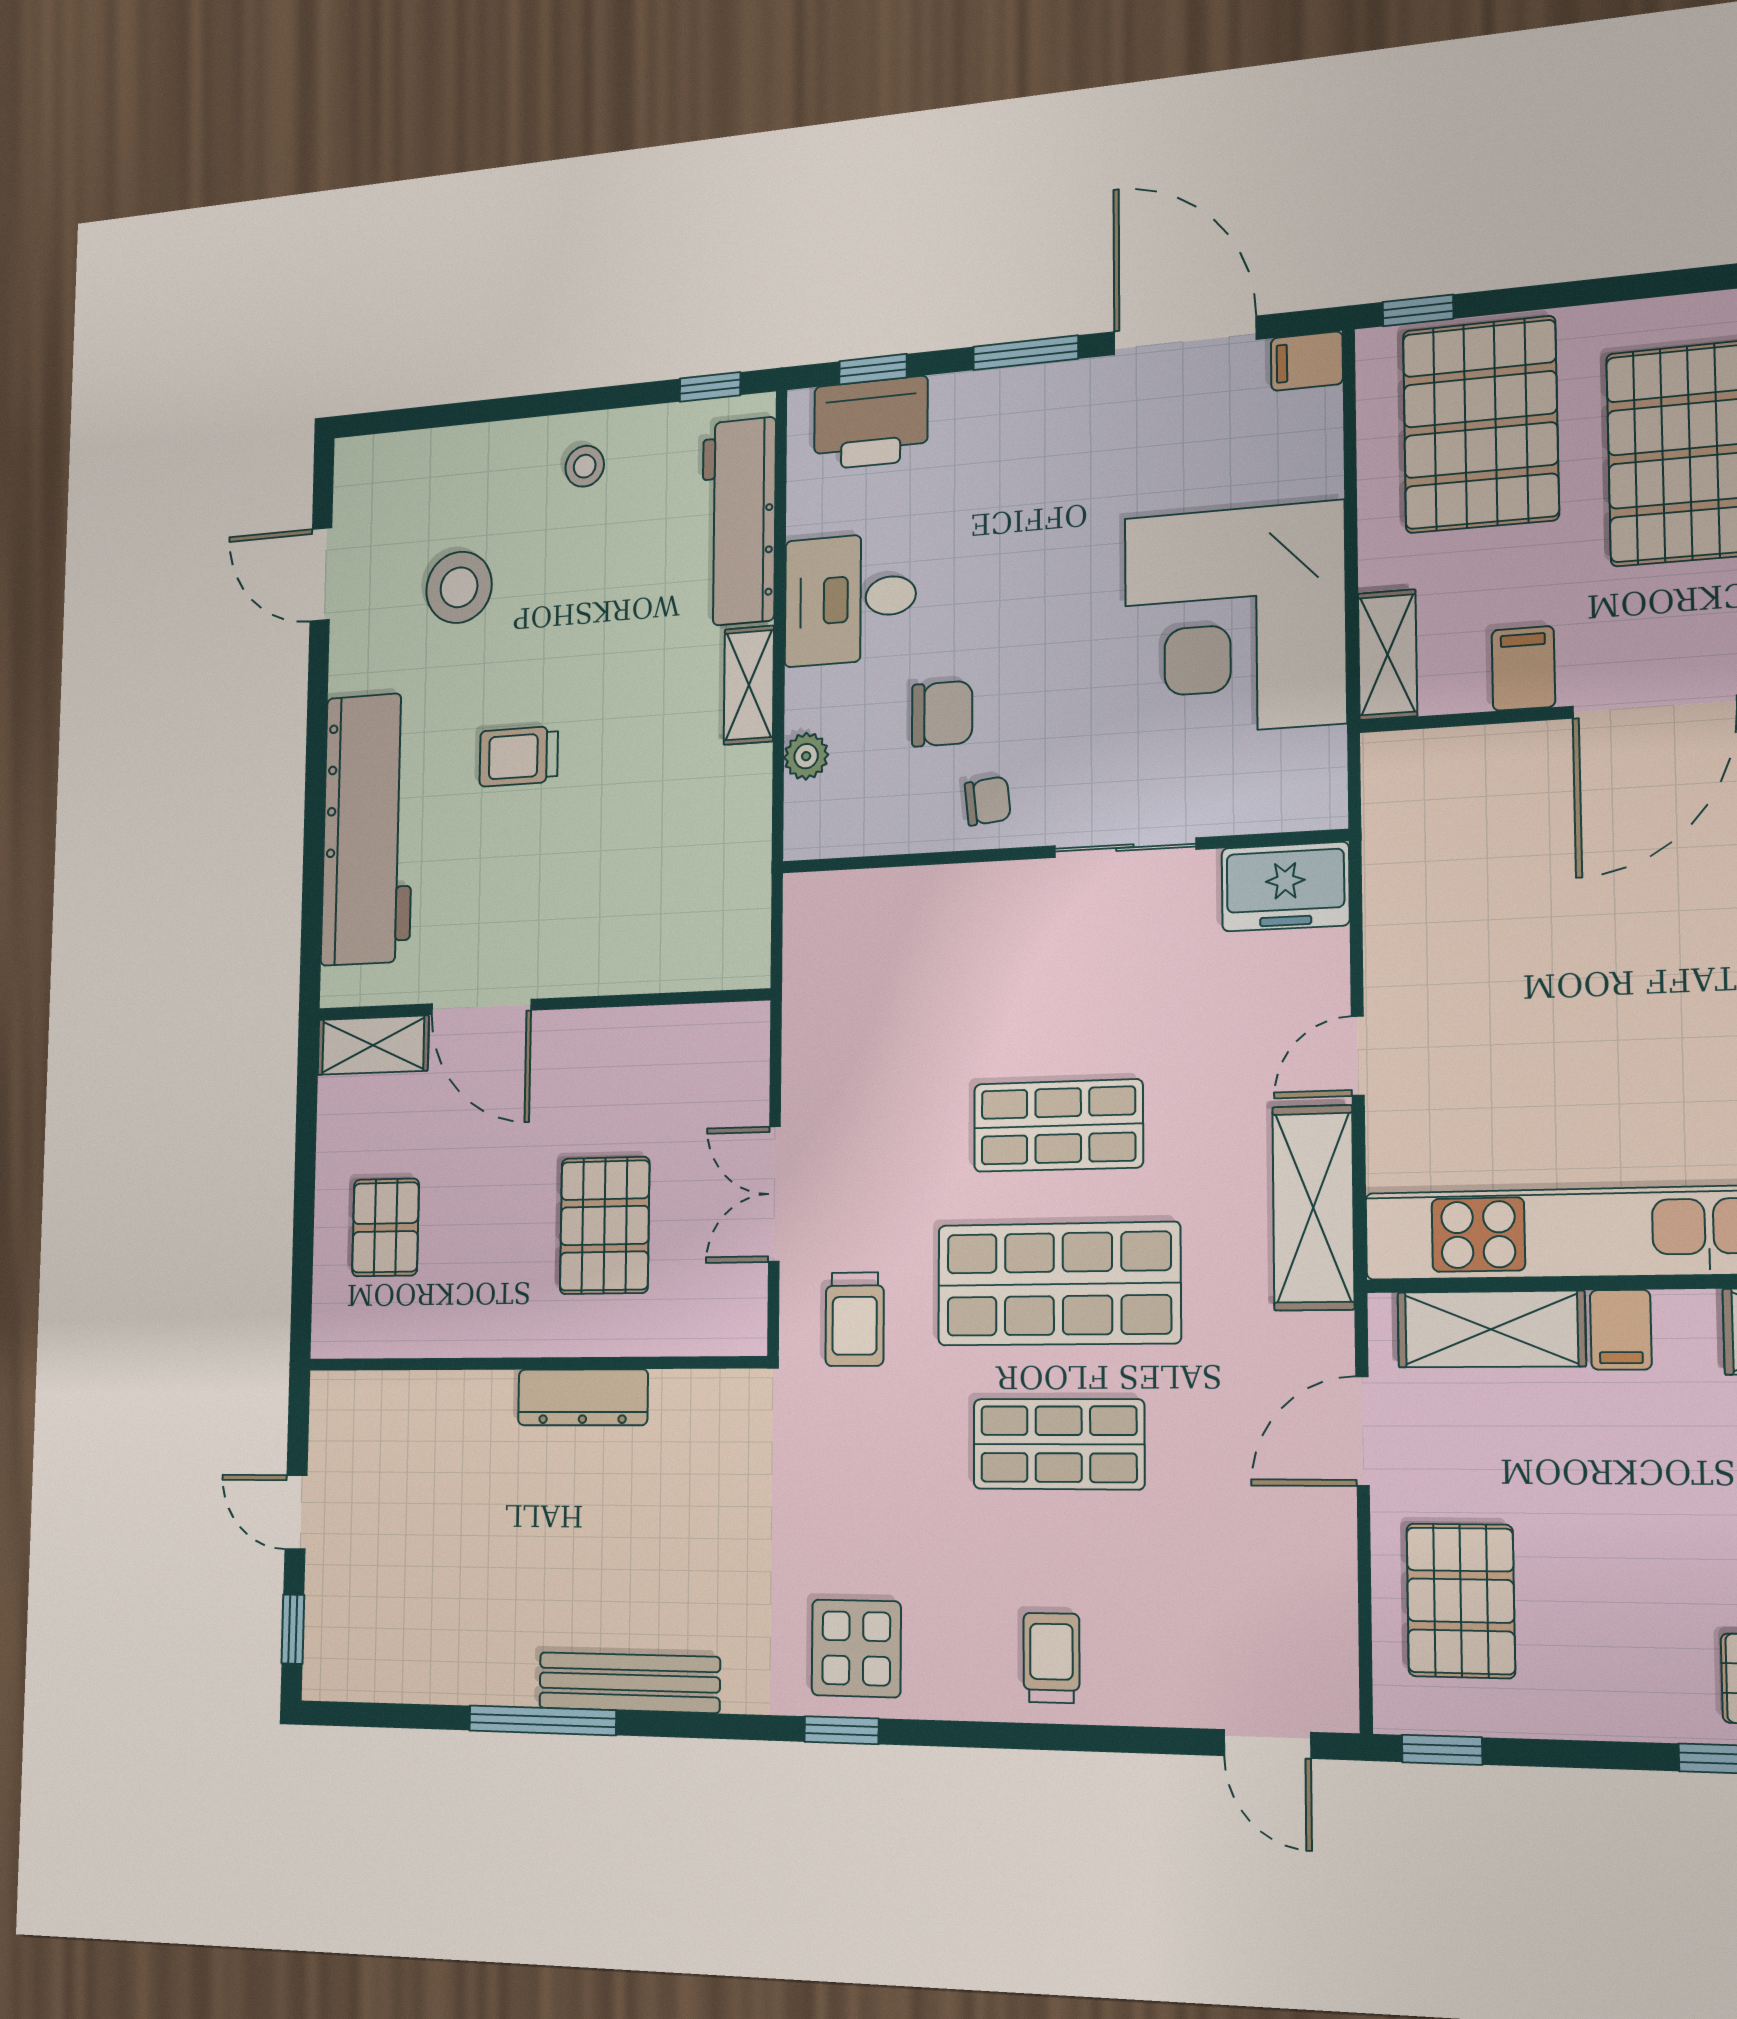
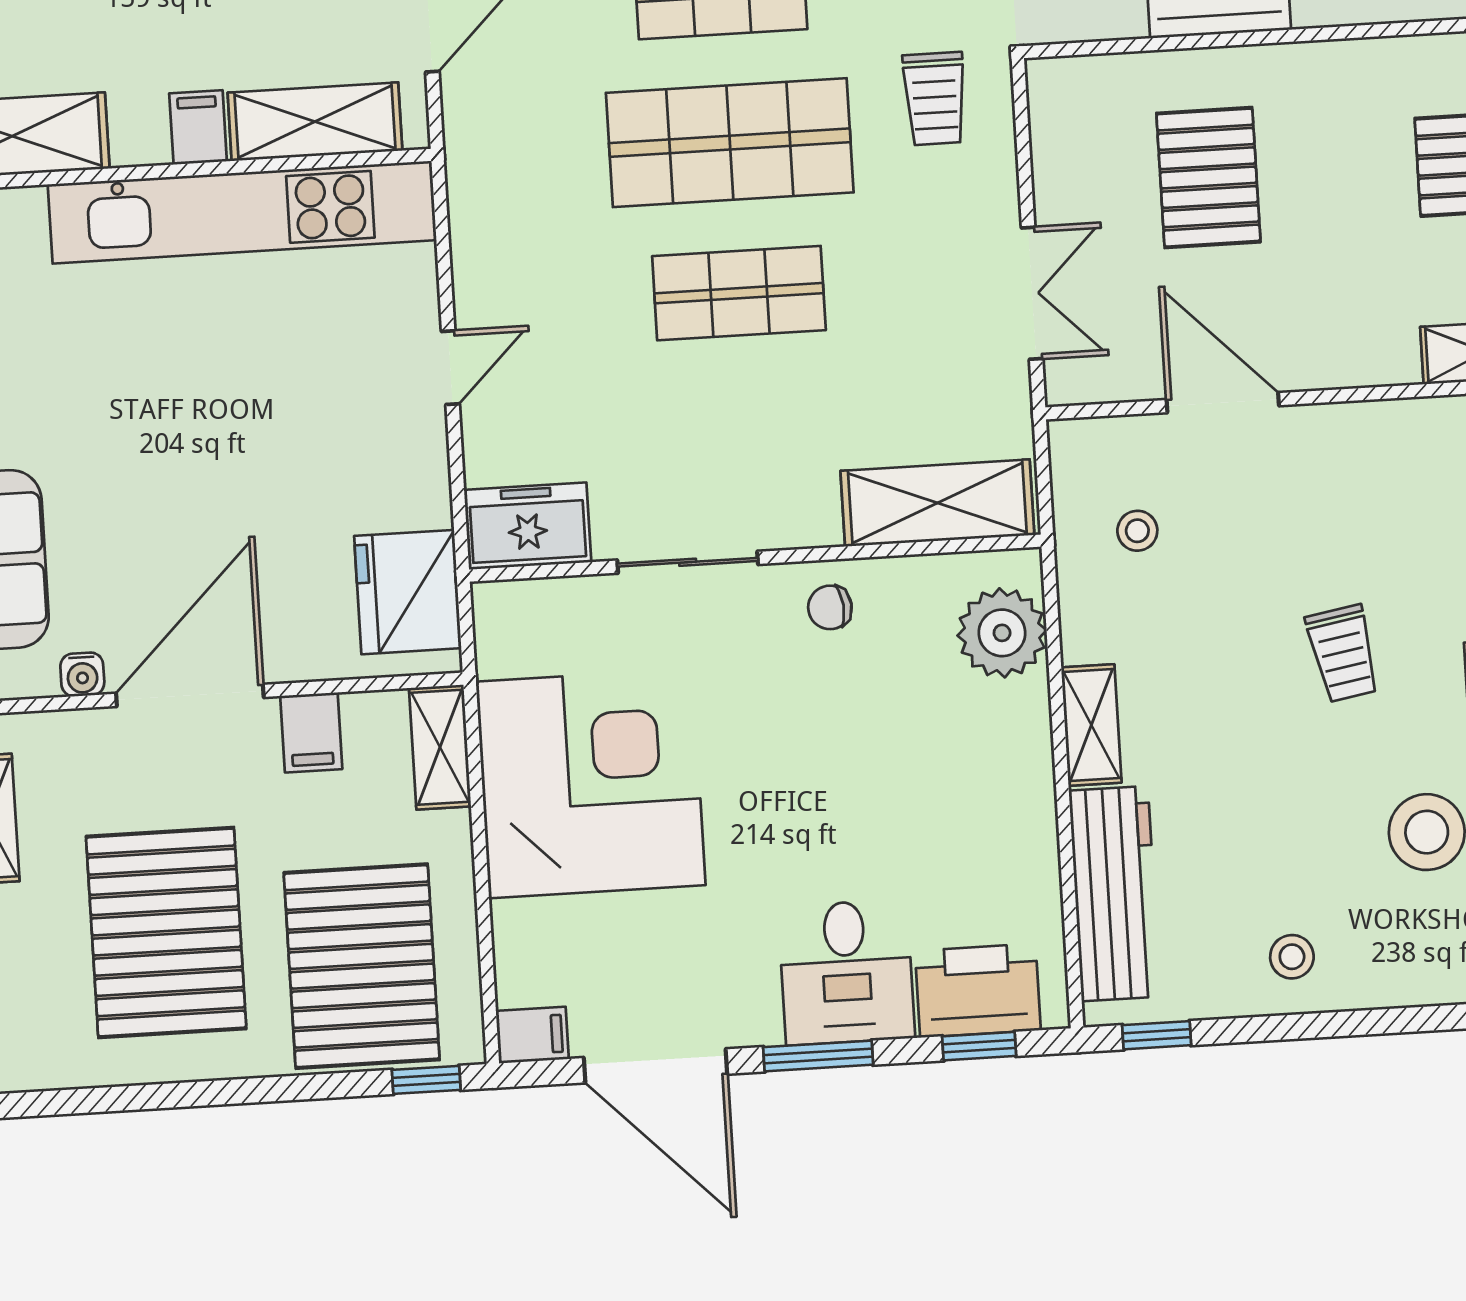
desk: (850, 599) -> (846, 972), moved, turned 90
chair: (942, 714) -> (883, 694), removed
trolley: (519, 756) -> (1343, 653), turned 80
plant: (806, 756) -> (1002, 633), width x1.88, depth x1.88
fridge: (1414, 818) -> (408, 592), added
stool: (694, 876) -> (1137, 531), added
door: (481, 1007) -> (1223, 403), moved
double door: (774, 1194) -> (1032, 293), moved
shelving: (1313, 1208) -> (937, 503), moved, turned 90
trolley: (855, 1319) -> (935, 99), turned 180

